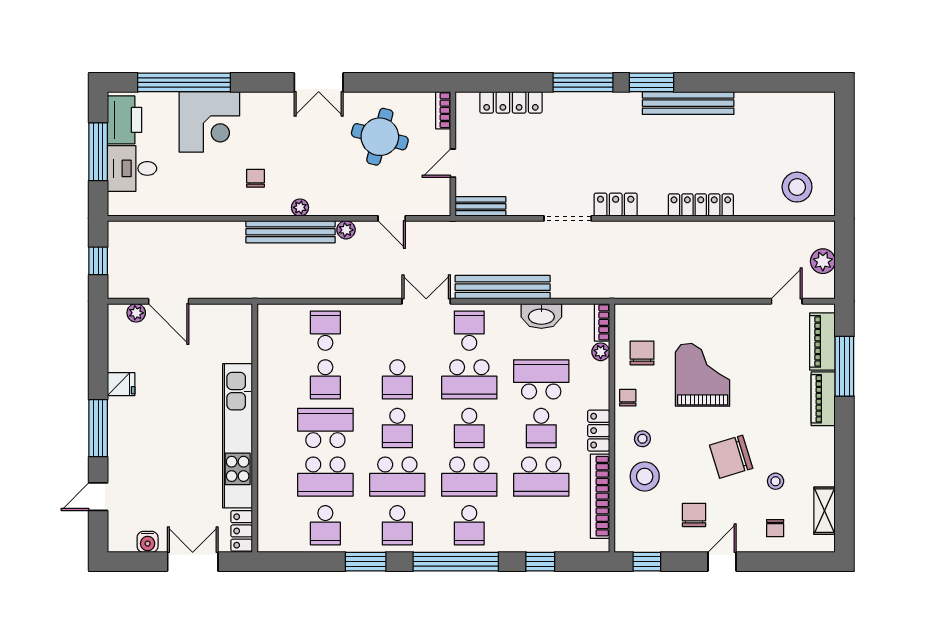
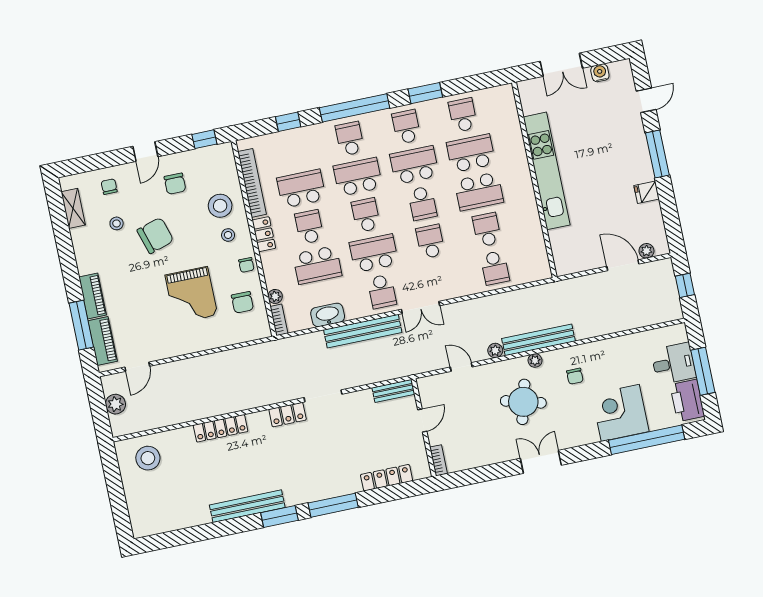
round table: (380, 137) -> (523, 402), moved
school desk: (397, 428) -> (422, 203), turned 180
locker: (242, 531) -> (528, 97), removed

